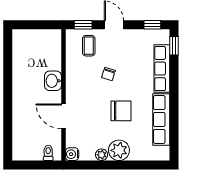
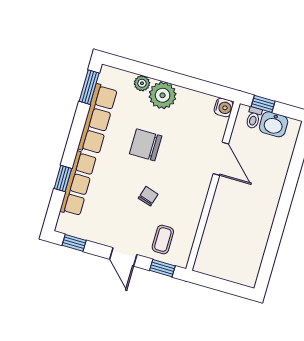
window: (174, 46) -> (63, 178), moved
washbasin: (53, 81) -> (274, 124), moved, turned 90
window: (174, 141) -> (89, 87), added
plant: (102, 155) -> (142, 83), moved
window: (44, 165) -> (263, 104), added

